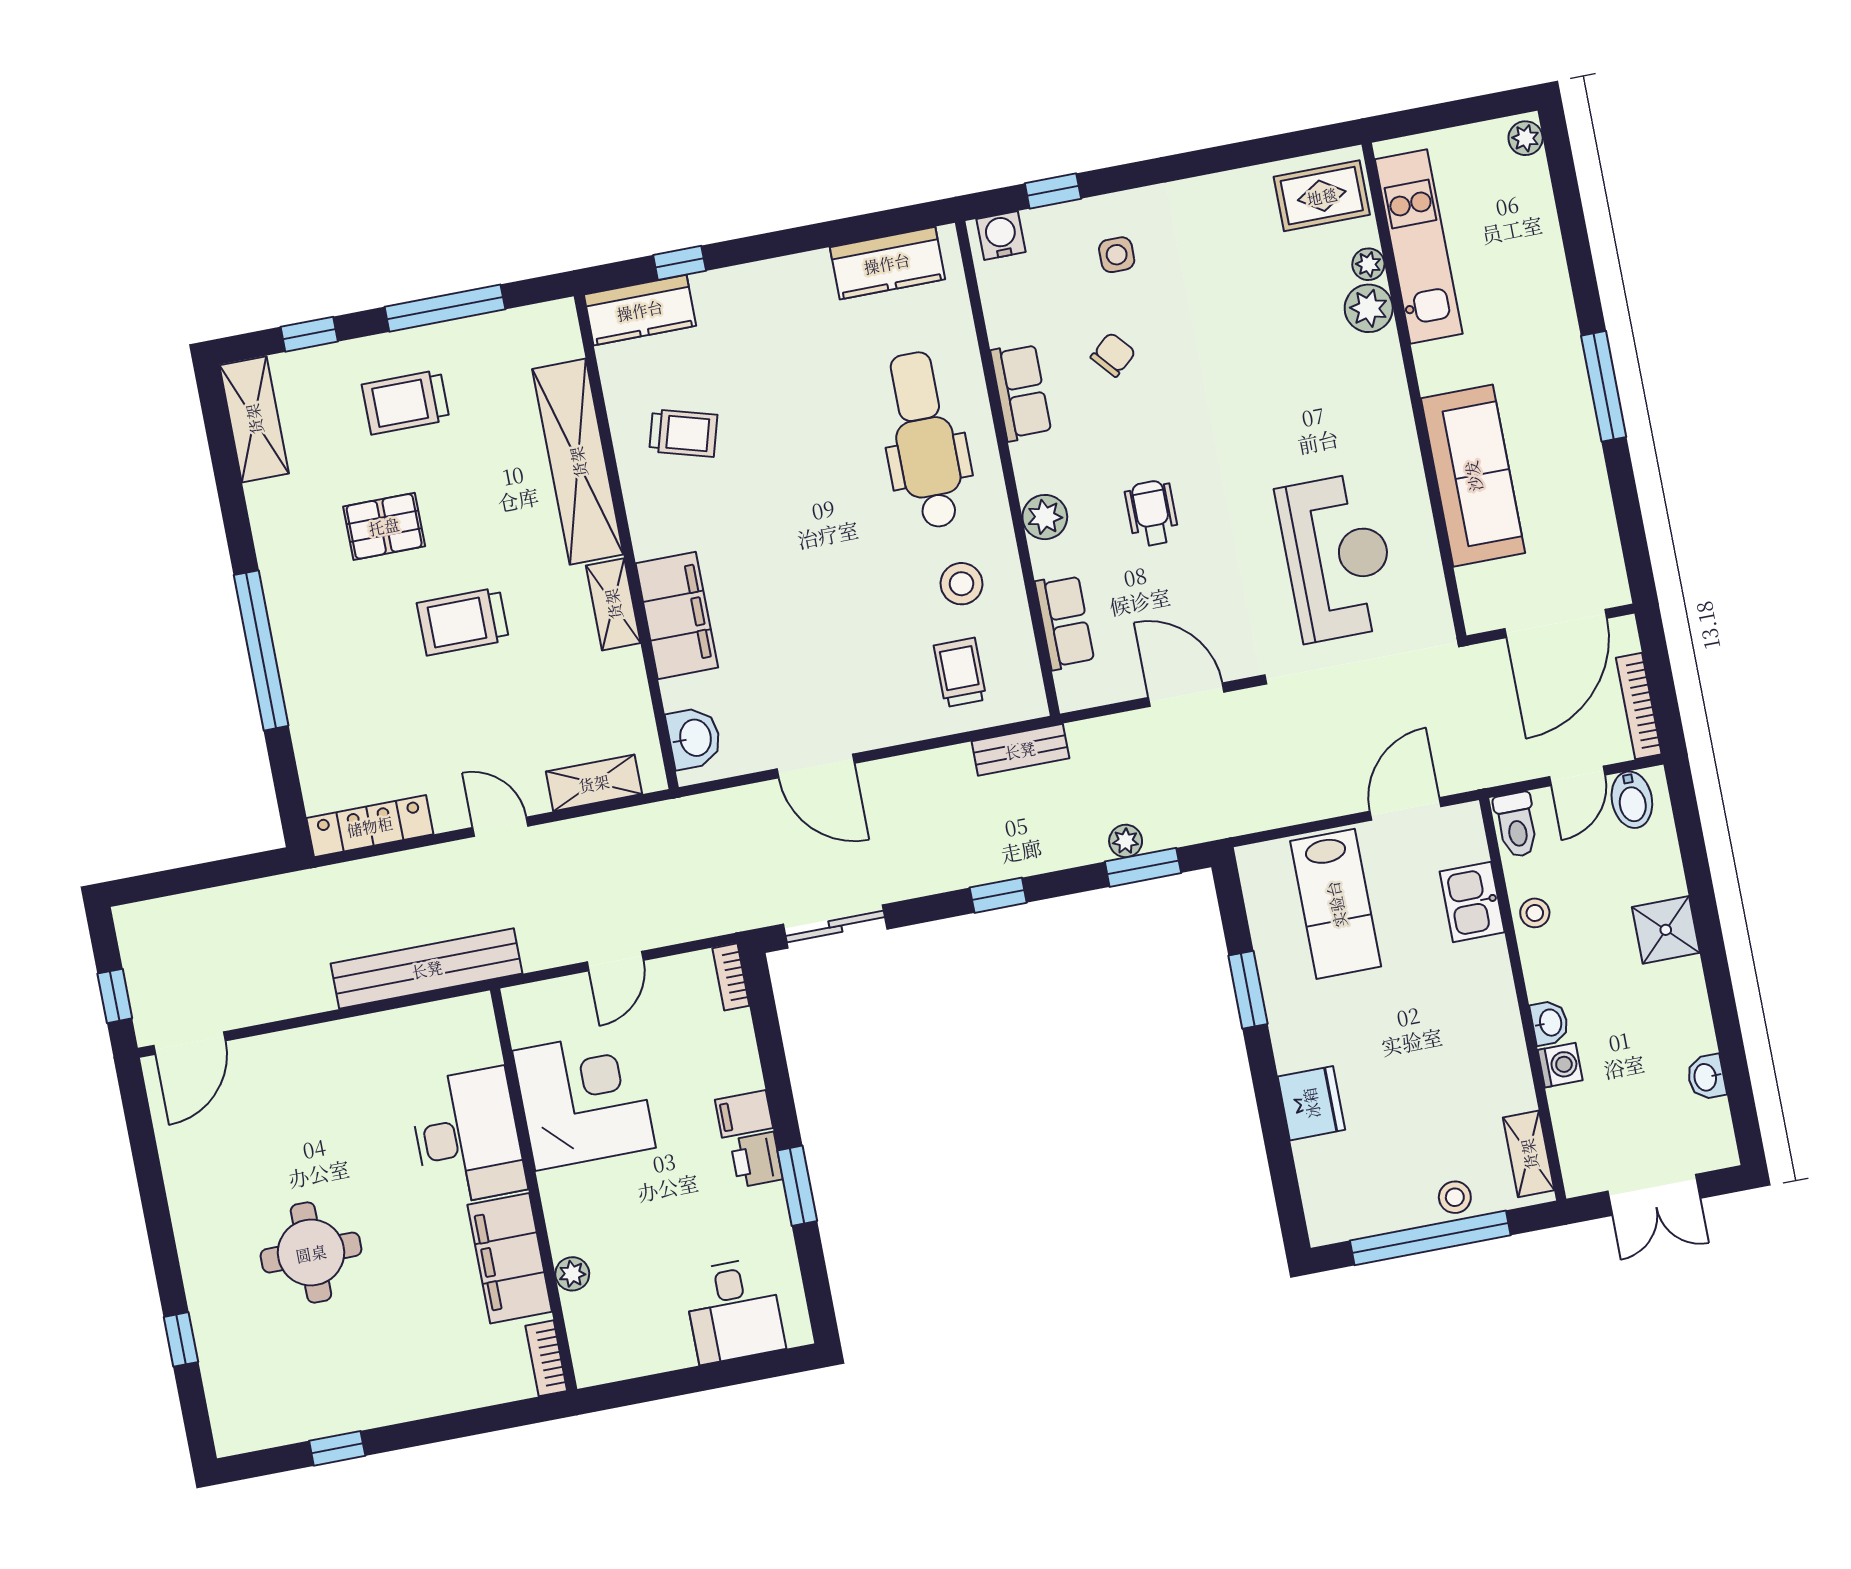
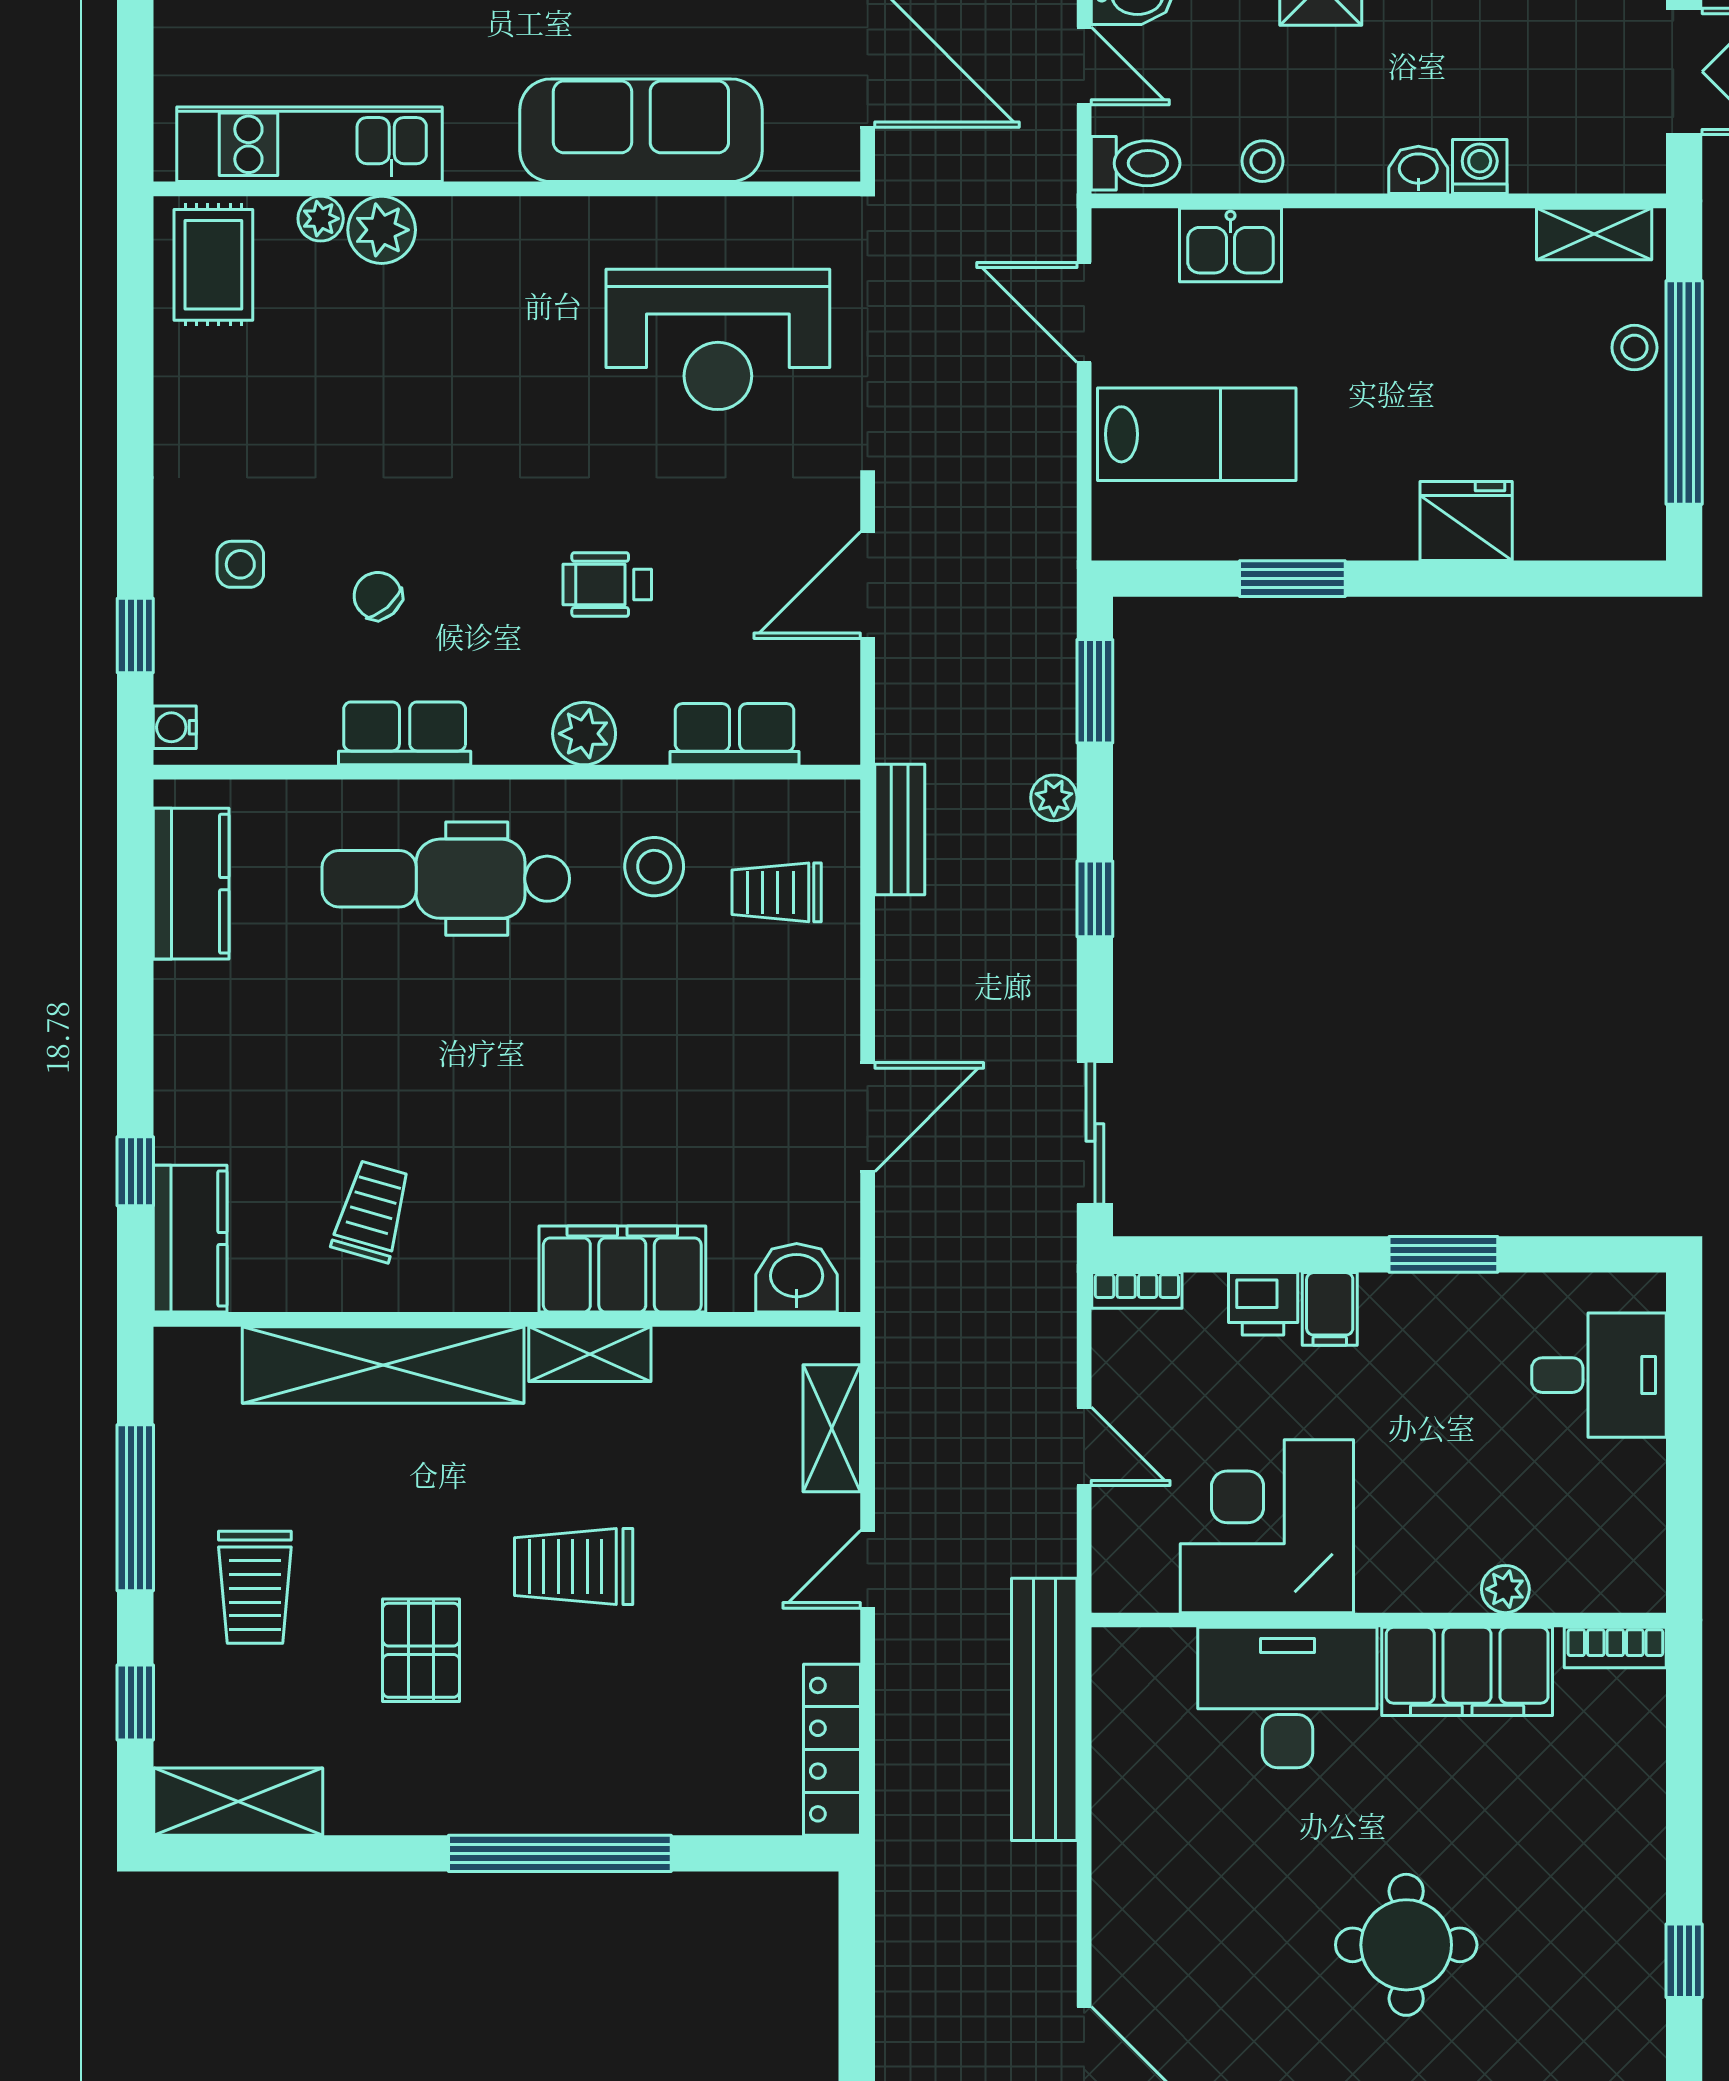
water cooler: (1001, 235) -> (175, 727), width x0.72, depth x0.72
reception desk: (1337, 557) -> (718, 339), turned 180
trolley: (463, 621) -> (574, 1567), turned 90
plant: (1126, 841) -> (1054, 798), moved
printer: (756, 1160) -> (1263, 1304), moved

